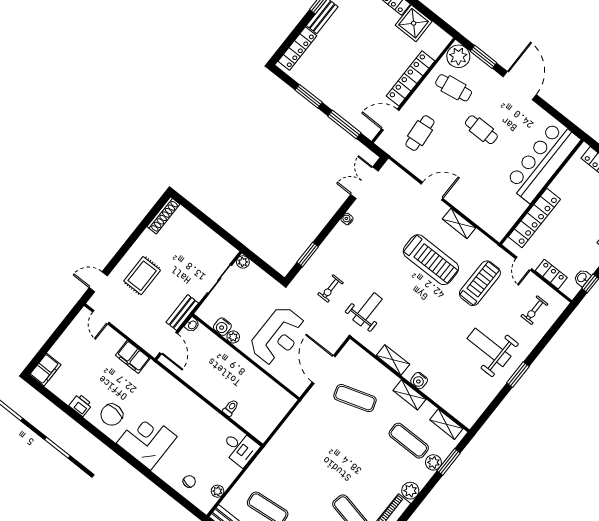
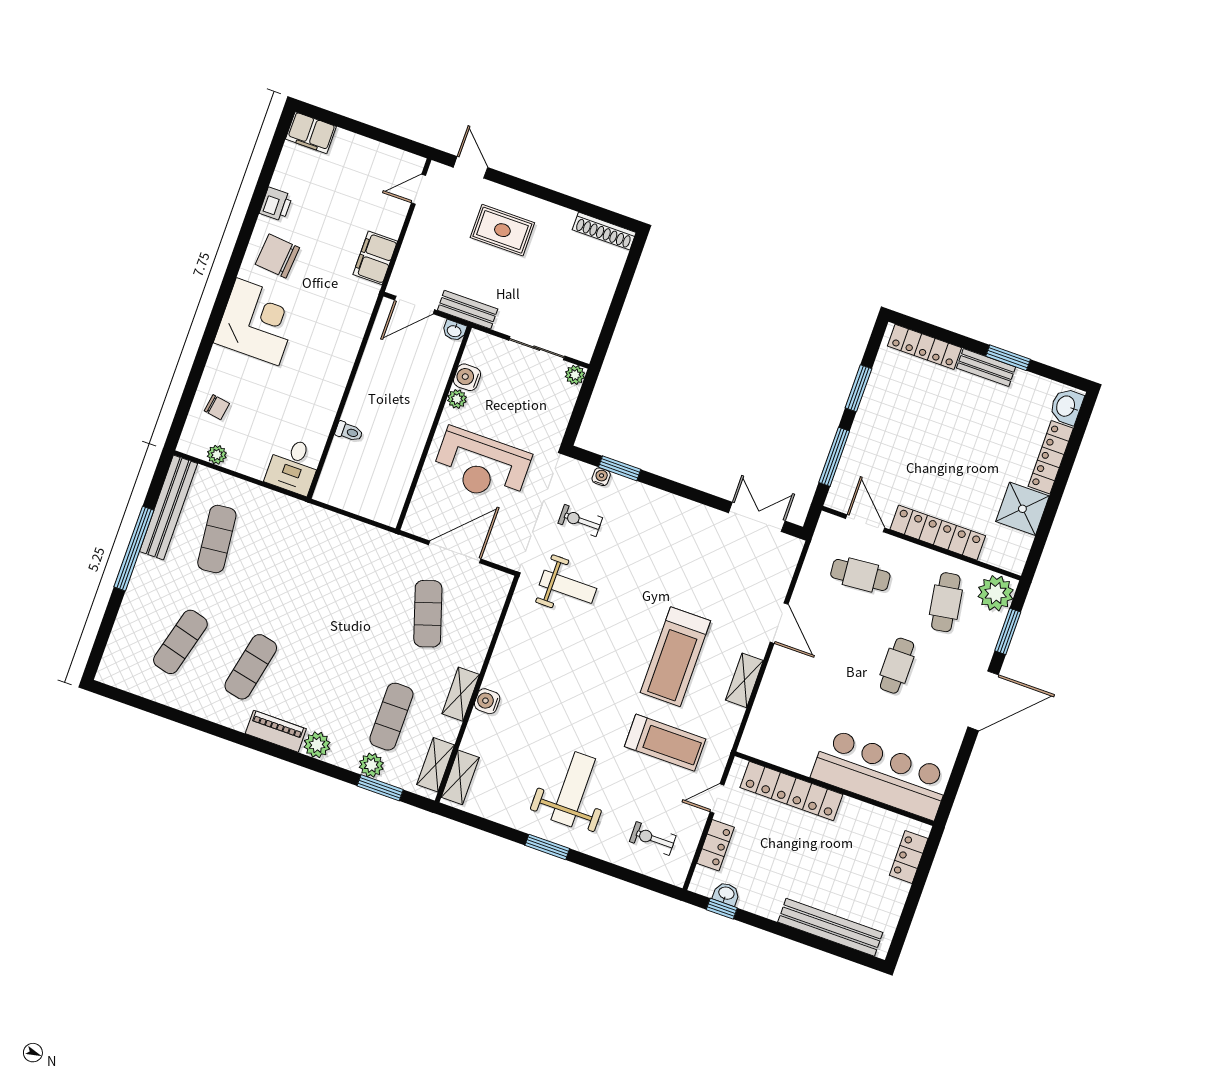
water cooler: (347, 219) -> (601, 477), moved
shelving: (393, 360) -> (460, 777), moved

